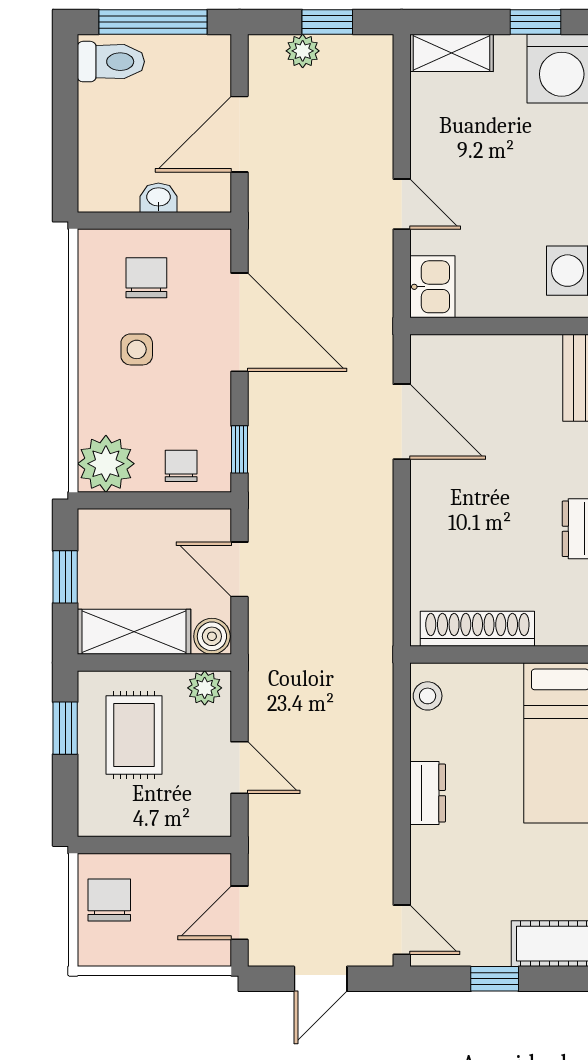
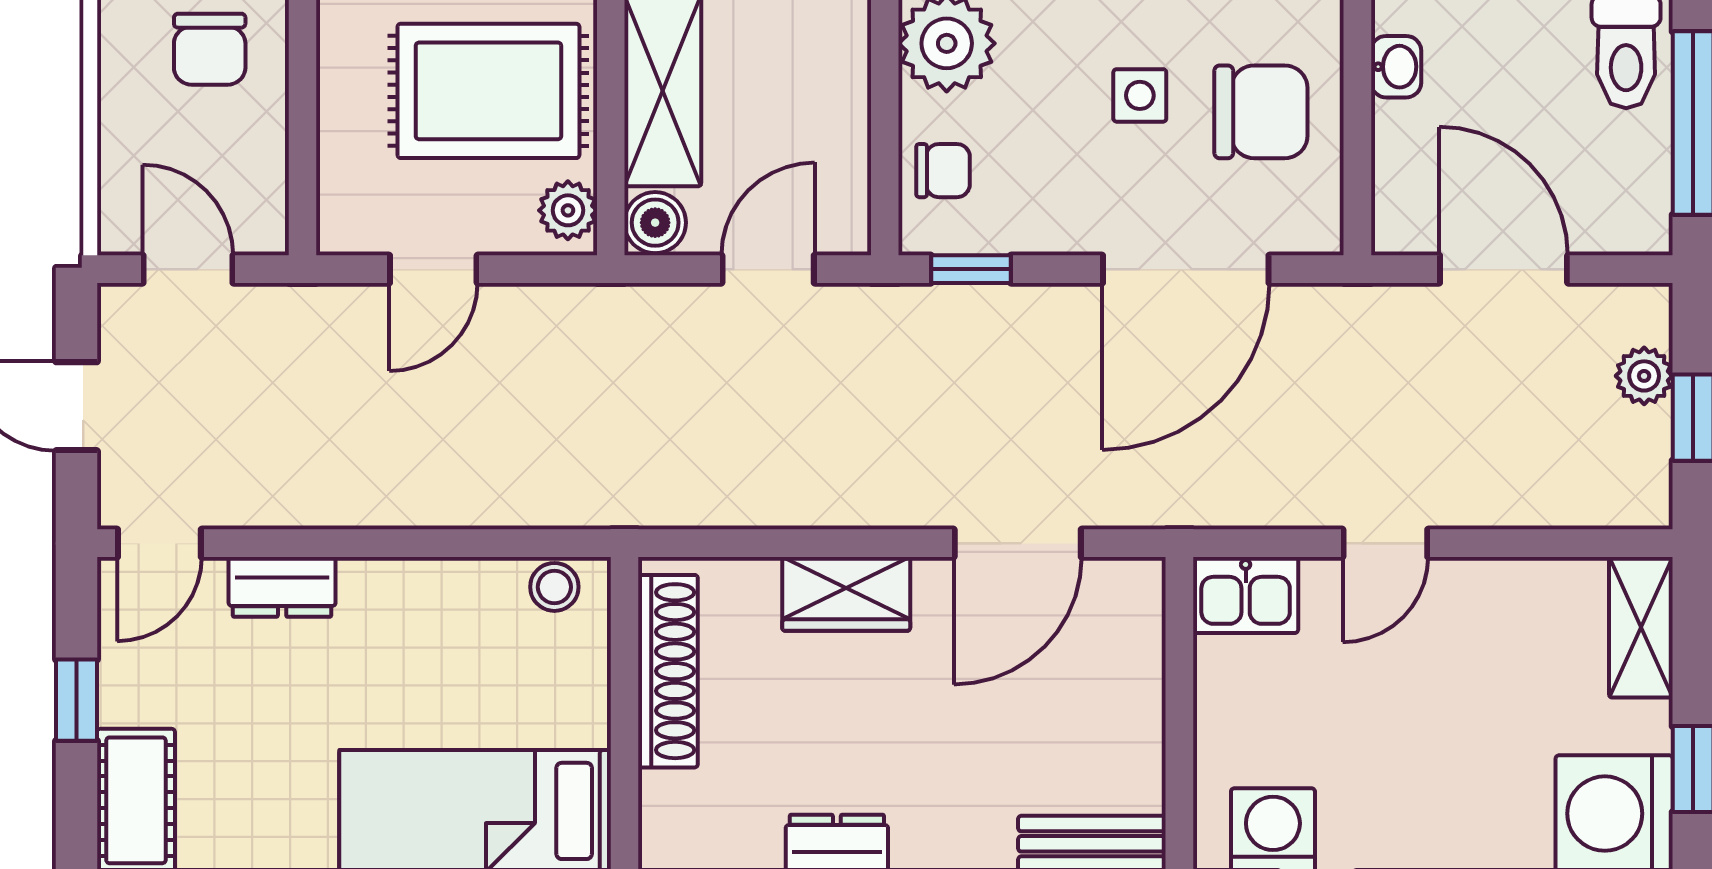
washbasin: (158, 198) -> (1396, 67), moved
chair: (146, 278) -> (1261, 112), width x1.37, depth x1.37
wardrobe: (432, 523) -> (846, 594), added
rug: (134, 735) -> (488, 91), width x1.36, depth x1.43
dresser: (428, 793) -> (282, 587), moved
chair: (109, 900) -> (210, 49), turned 90

